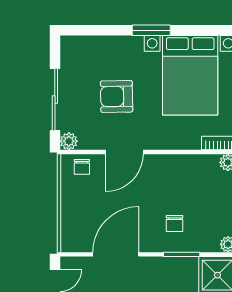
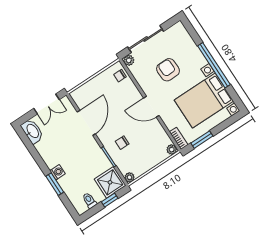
window: (151, 30) -> (214, 65), width x2.11
door: (124, 152) -> (151, 107), moved
door: (116, 254) -> (86, 123), hinge flipped

